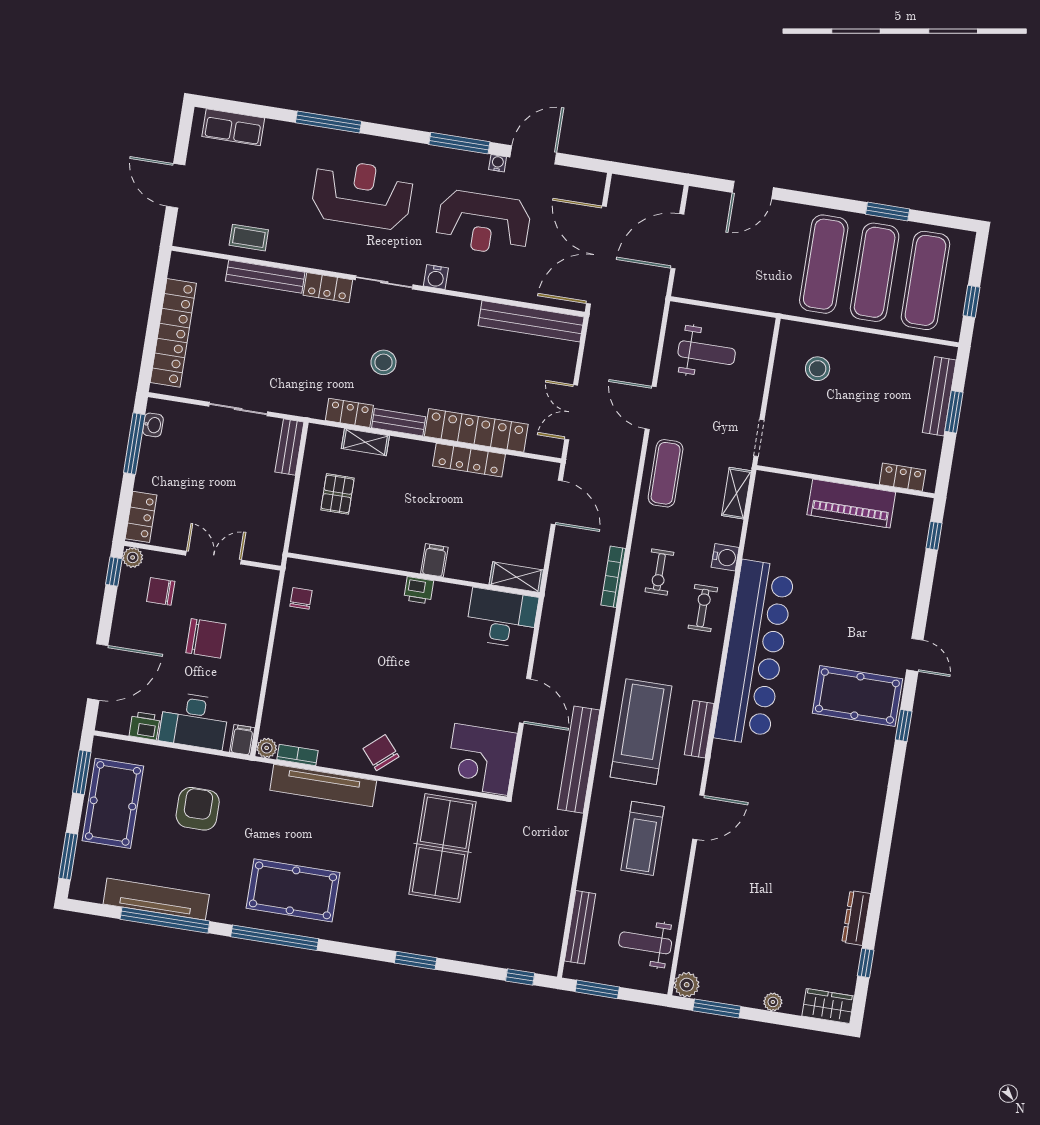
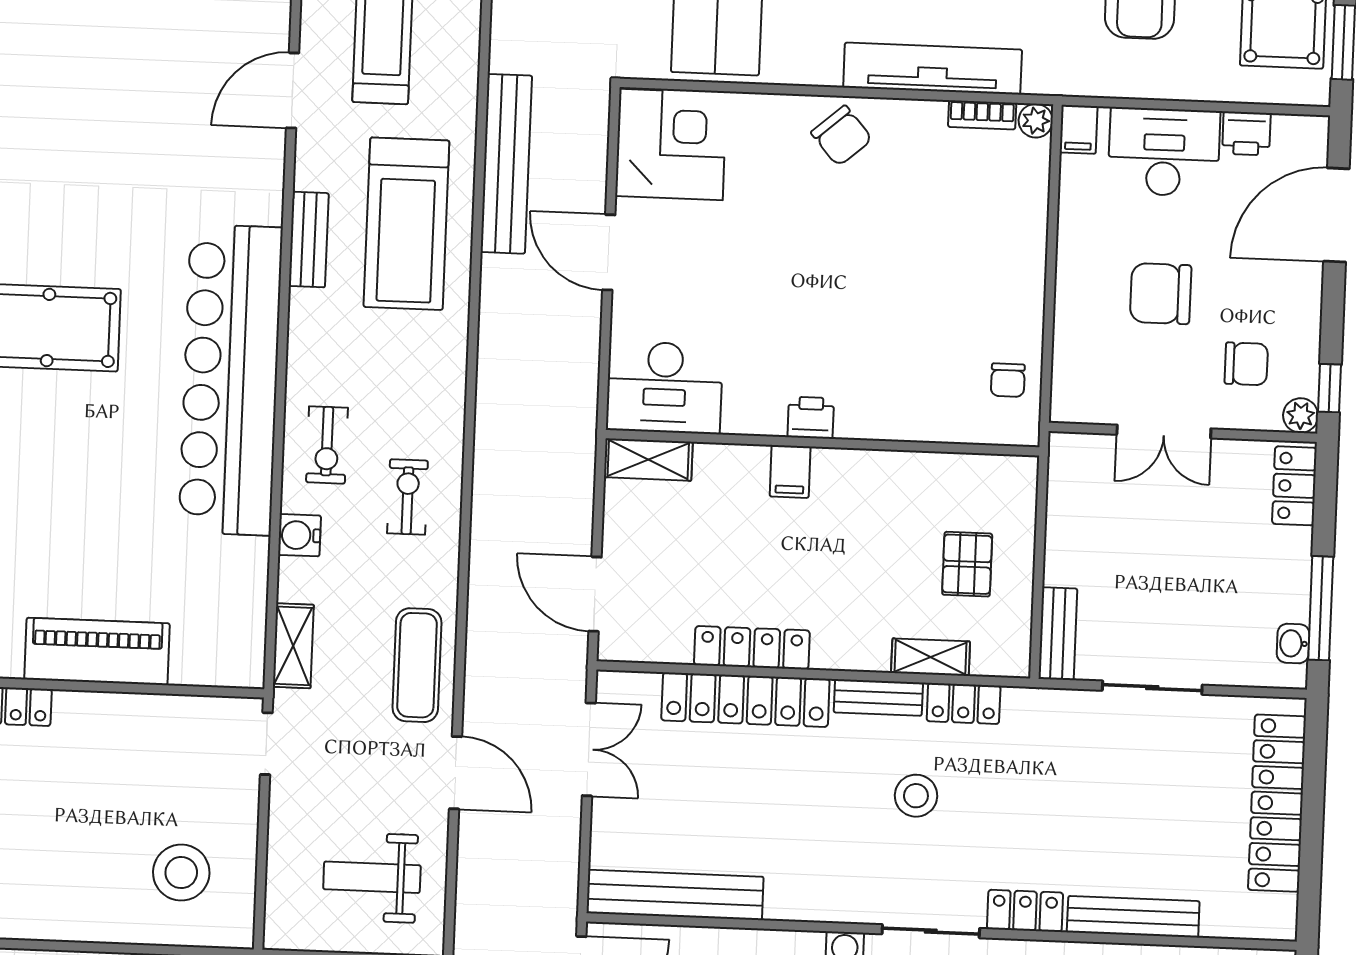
stool: (818, 369) -> (181, 873), width x1.38, depth x1.38
bookcase: (613, 577) -> (484, 480), removed

